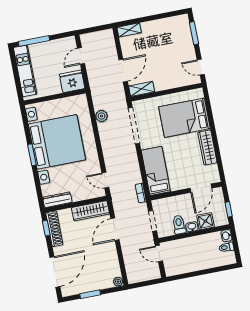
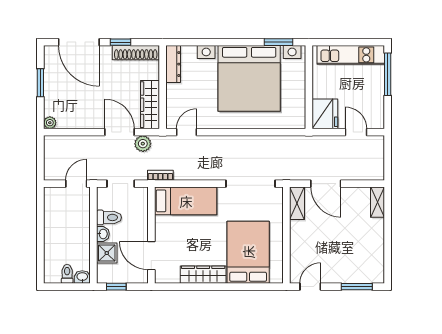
plant: (102, 116) -> (143, 144), moved
window: (32, 155) -> (278, 42), moved
window: (46, 228) -> (121, 42), moved

